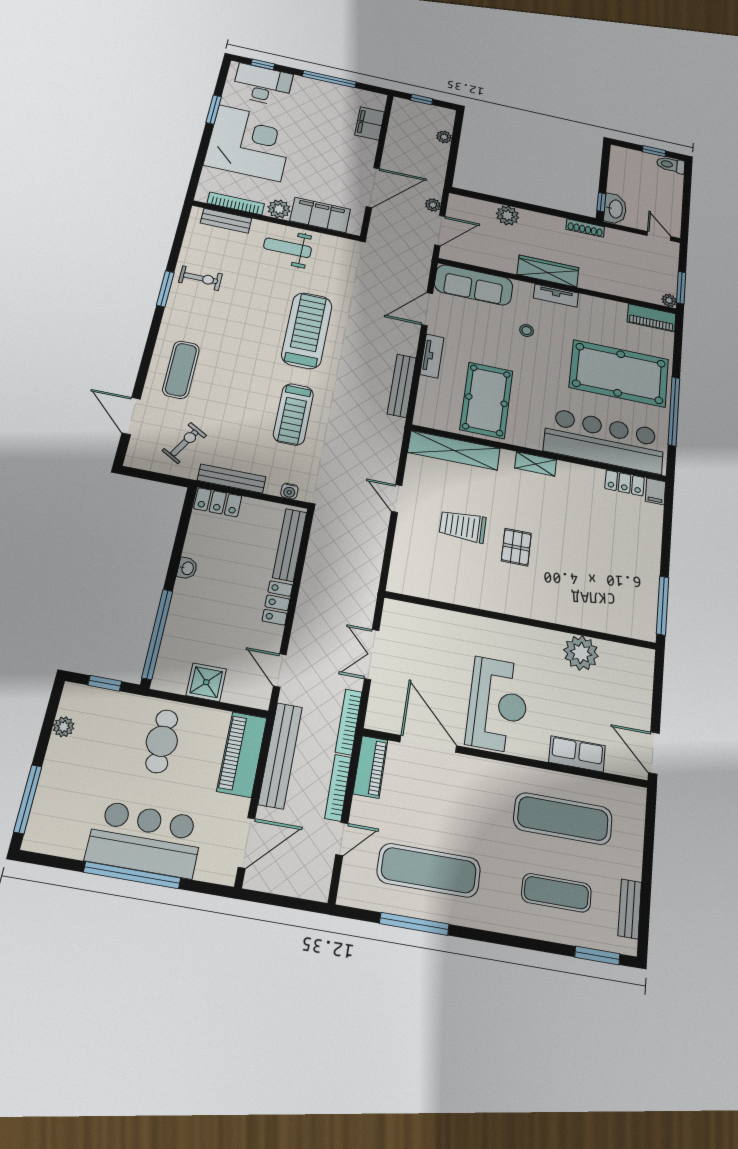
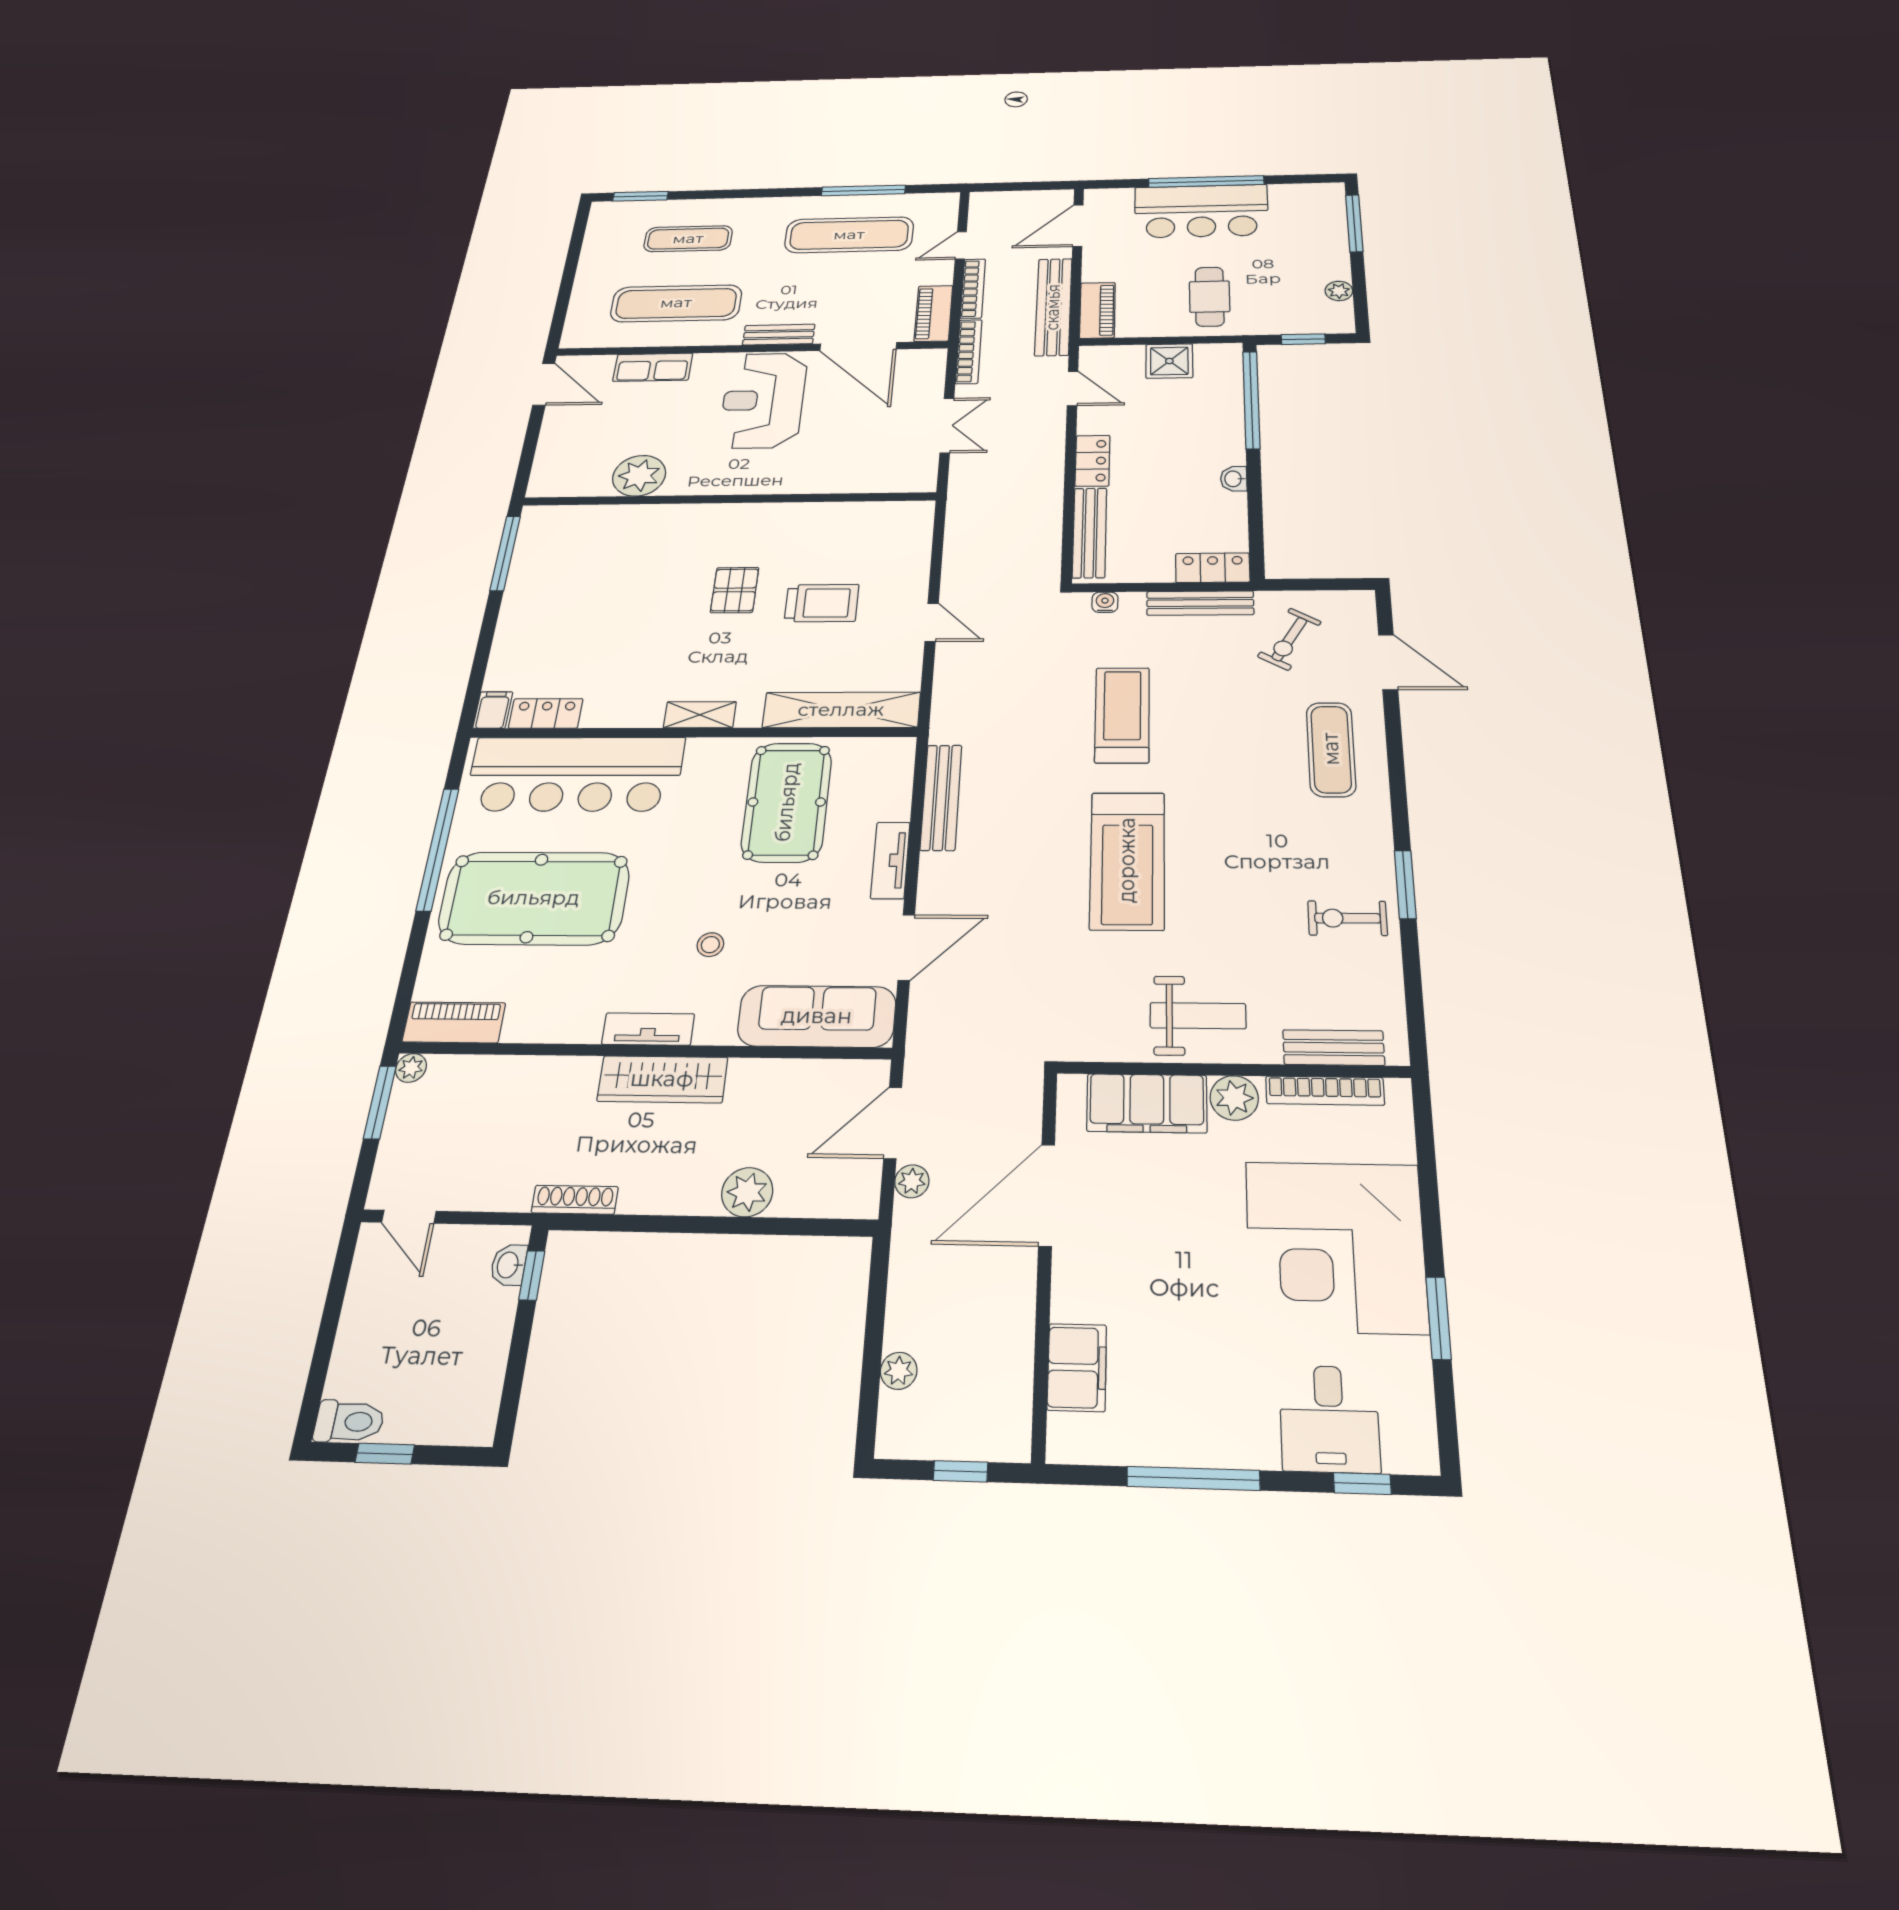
desk: (262, 85) -> (1329, 1419), width x0.73
washbasin: (615, 209) -> (509, 1265), width x0.52, depth x0.69
piano: (242, 754) -> (1097, 310), width x0.73, depth x0.75
bench: (630, 909) -> (779, 335), moved, turned 90

